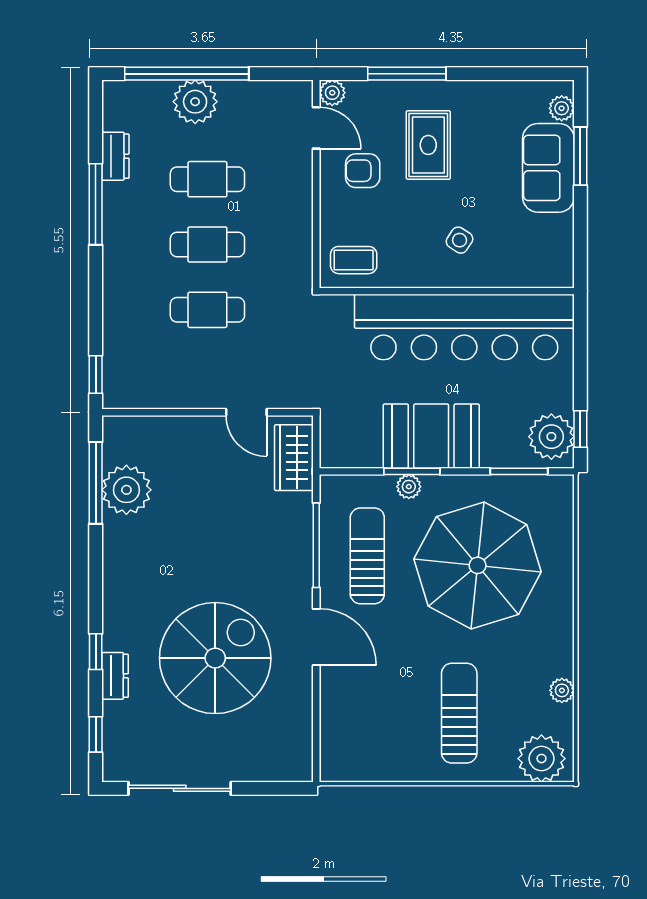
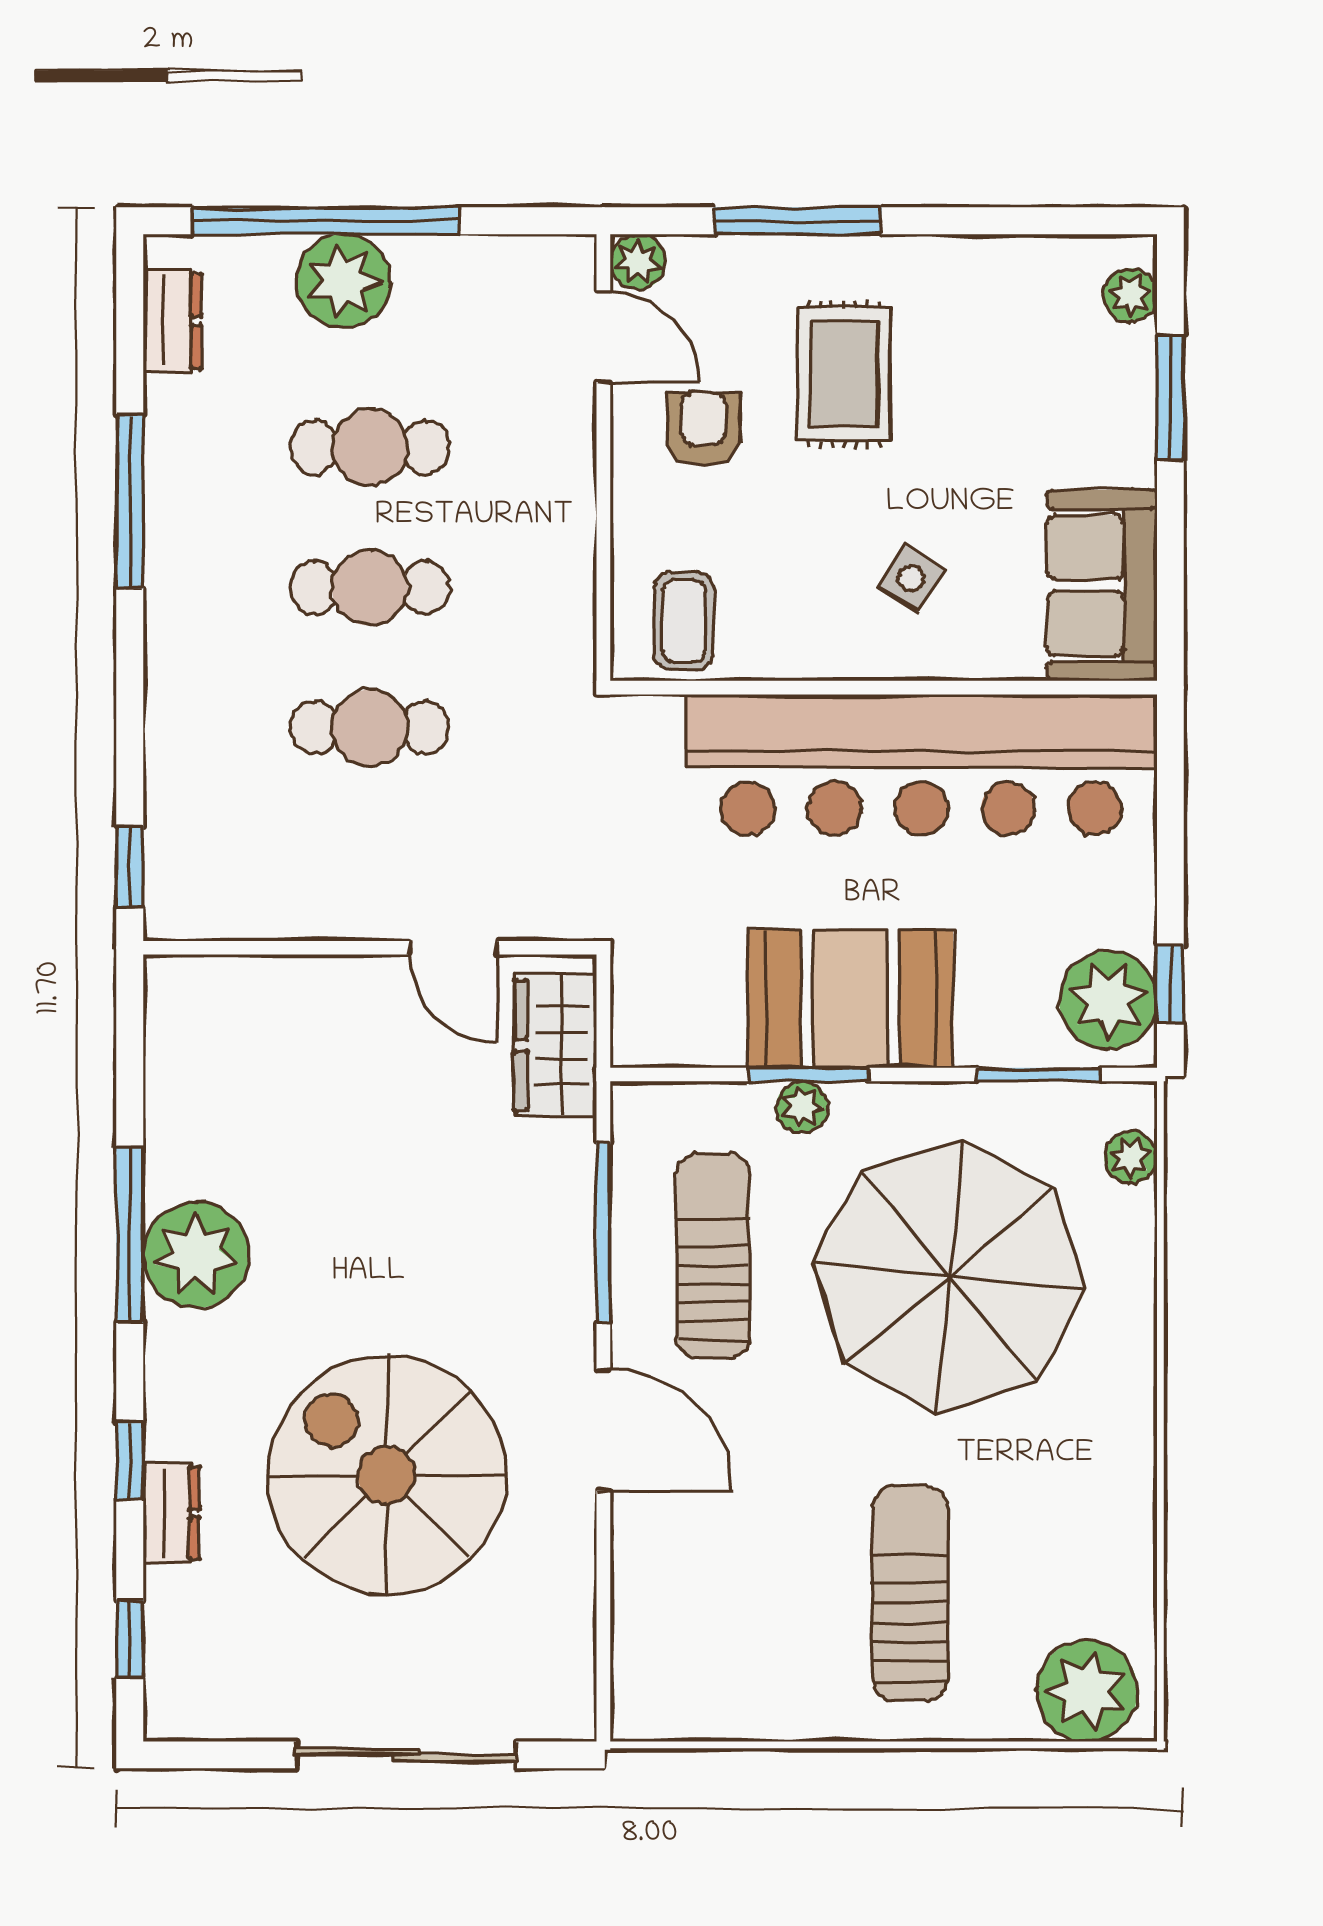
dresser: (115, 156) -> (172, 321), moved
sofa: (548, 168) -> (1102, 585), moved
armchair: (363, 171) -> (703, 429), turned 90
coffee table: (354, 260) -> (684, 621), turned 90
window: (96, 483) -> (130, 1235), moved
plant: (126, 490) -> (196, 1255), moved
spiral stairs: (215, 658) -> (387, 1475), turned -90
plant: (562, 690) -> (1131, 1157), moved
sliding door: (180, 788) -> (406, 1755), moved

